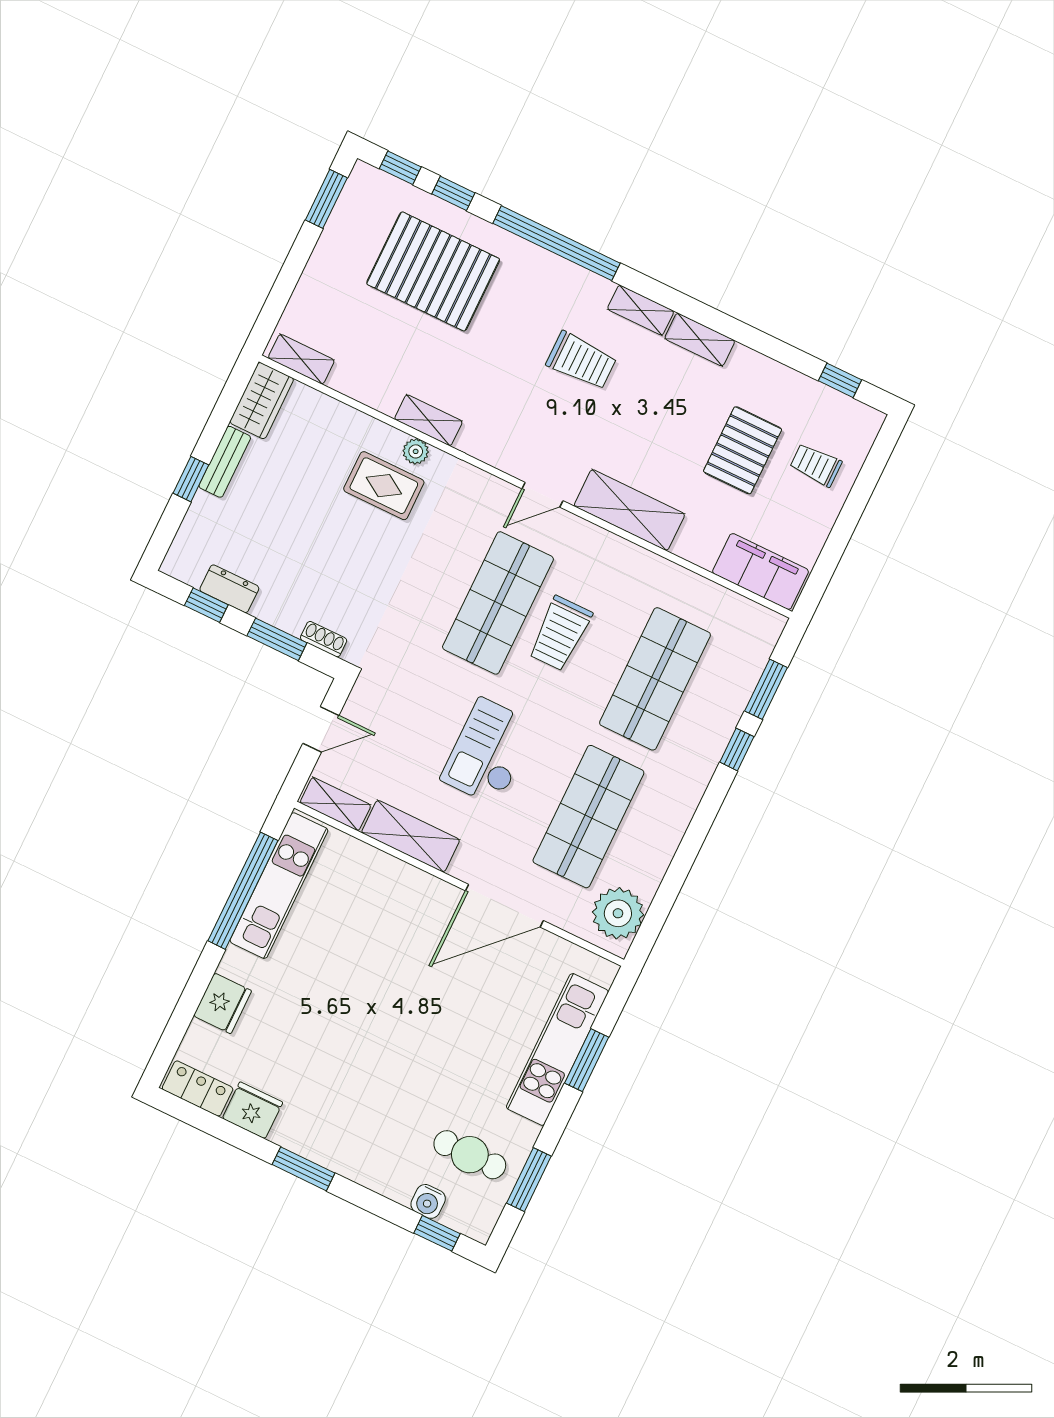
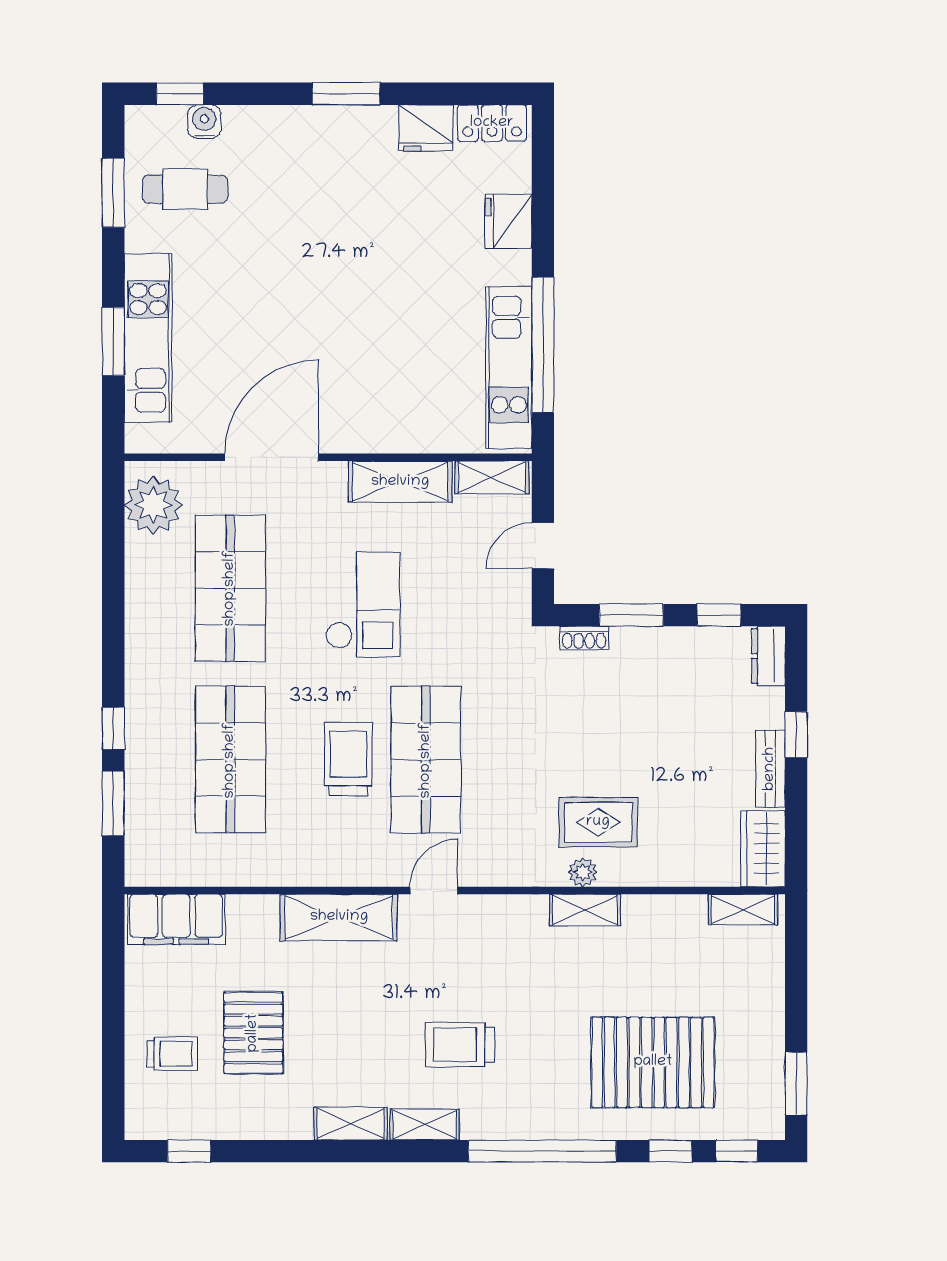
dresser: (229, 589) -> (768, 656), moved, turned 90

